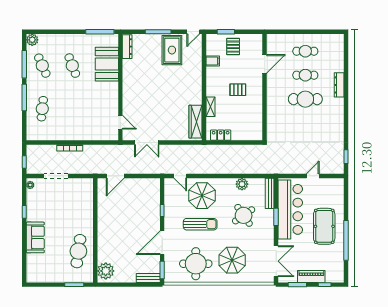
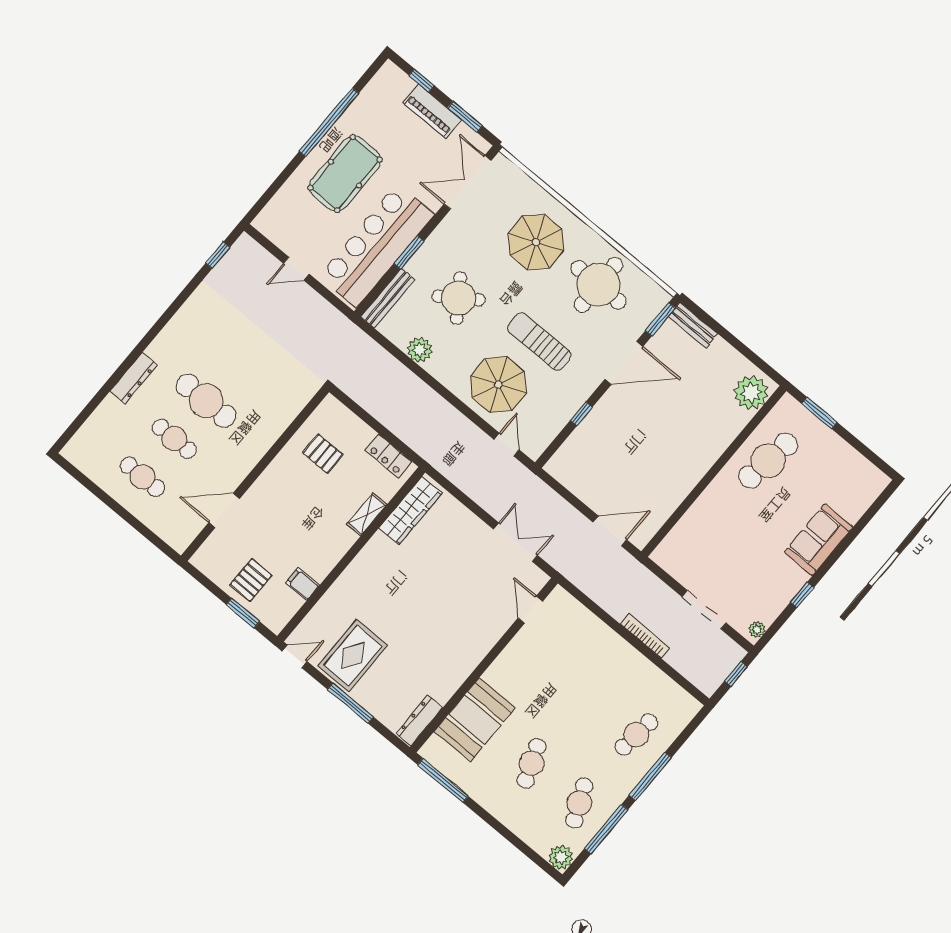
pallet: (238, 90) -> (323, 454), moved

